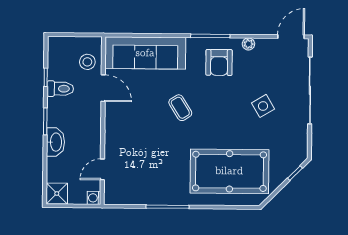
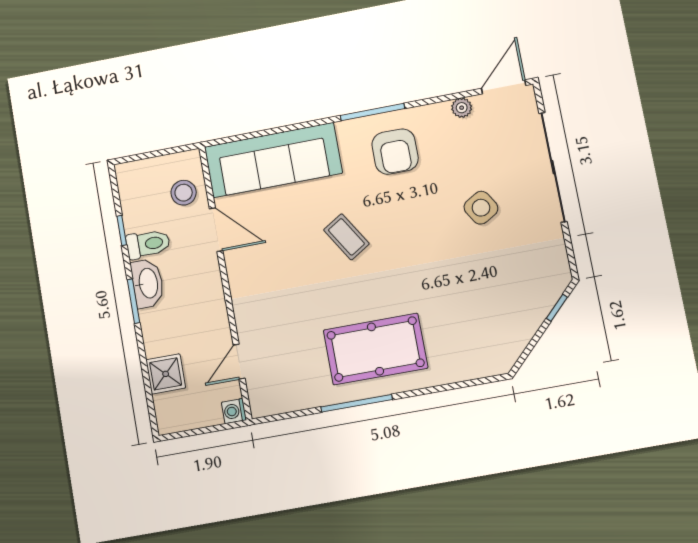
plant: (248, 44) -> (462, 108), moved
washbasin: (55, 142) -> (148, 283), moved
pool table: (229, 171) -> (375, 349), moved, width x0.73, depth x0.76
shower: (57, 194) -> (166, 374), moved

